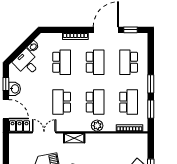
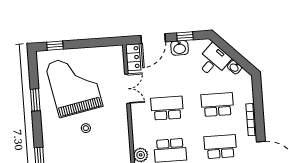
school desk: (62, 62) -> (217, 105), turned 180
school desk: (95, 62) -> (220, 147), turned 180
shelving: (74, 138) -> (123, 127), removed

